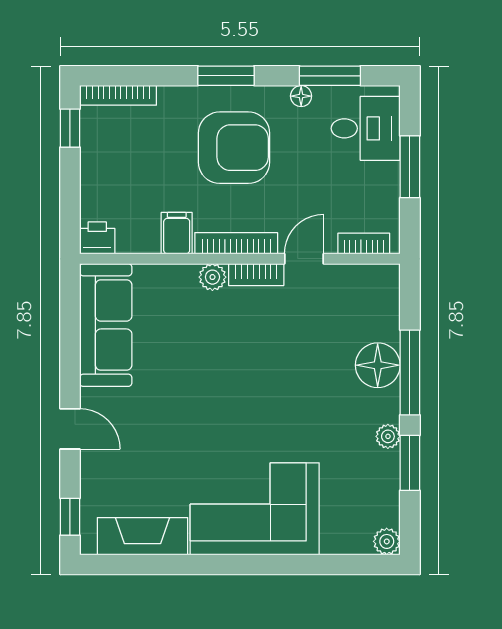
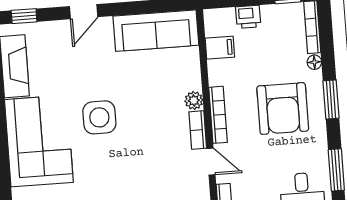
floor lamp: (301, 96) -> (314, 62), moved
filing cabinet: (177, 233) -> (220, 48), moved
printer: (97, 238) -> (248, 17), moved, turned 90
side table: (227, 417) -> (99, 117), added

